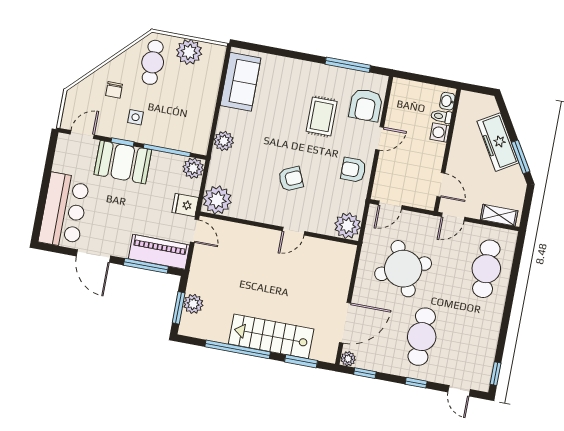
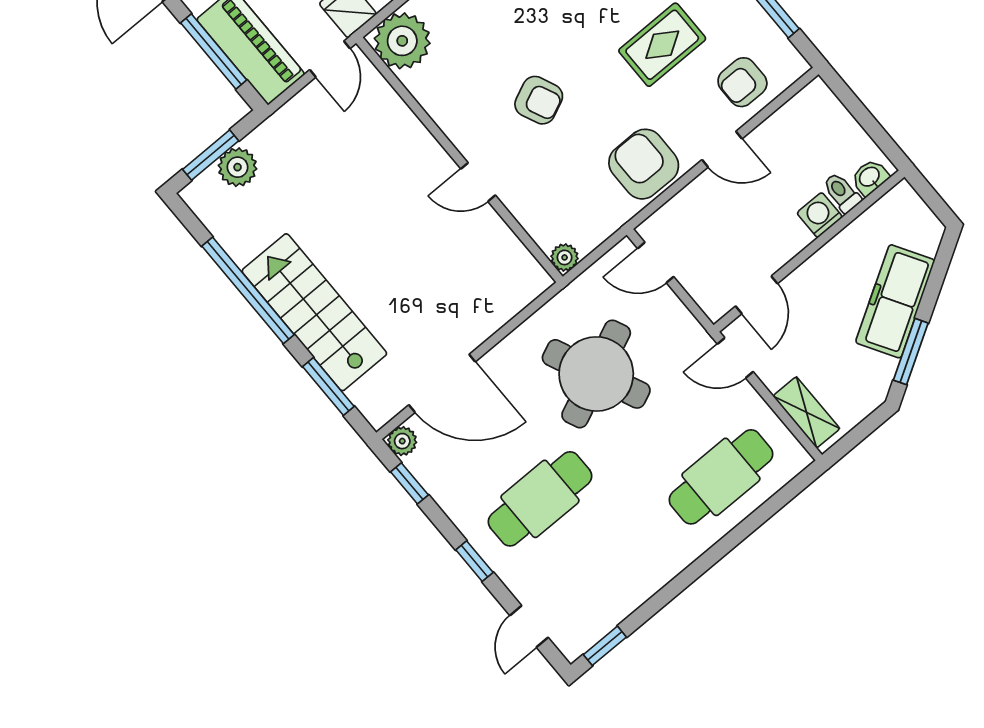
armchair: (366, 105) -> (742, 82), width x0.72, depth x0.72
armchair: (353, 170) -> (644, 164), width x1.38, depth x1.38
plant: (348, 226) -> (565, 257), width x0.53, depth x0.53

